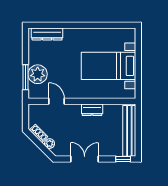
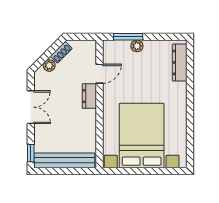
bed with nightstands: (108, 66) -> (142, 136), width x1.36
plant: (38, 74) -> (137, 46), width x0.53, depth x0.53
dresser: (92, 110) -> (89, 96), moved

